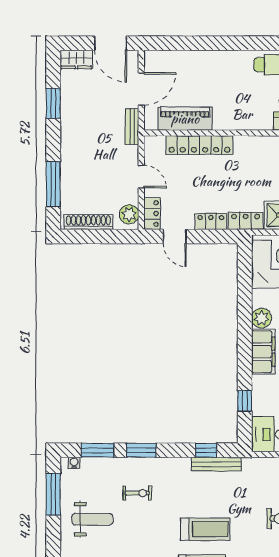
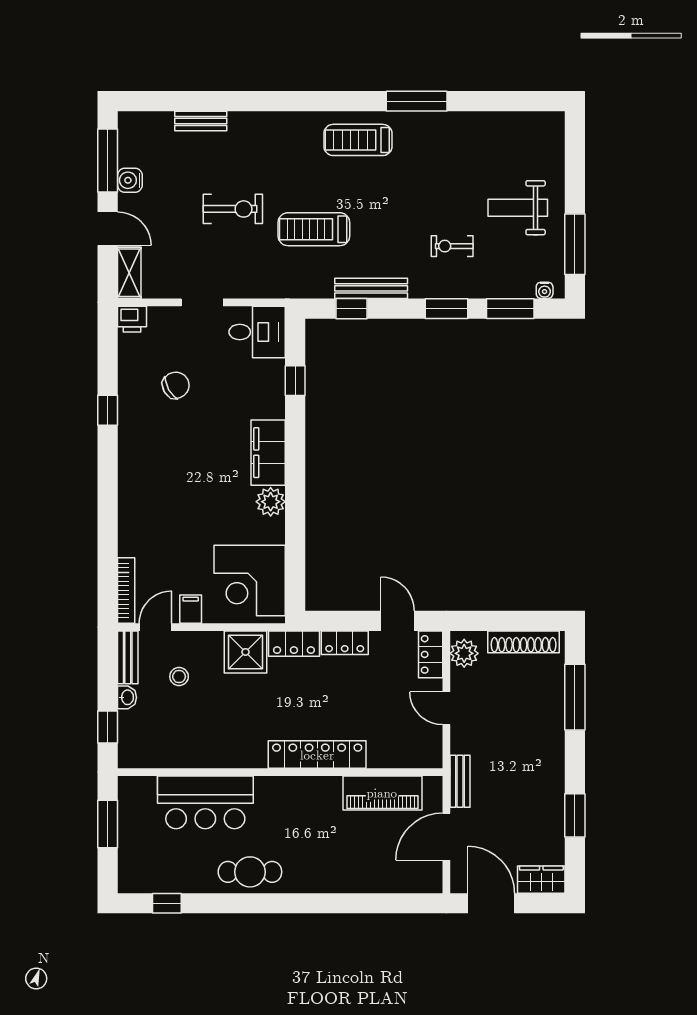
locker: (199, 145) -> (317, 755), moved
bench: (216, 464) -> (371, 288), moved
treadmill: (205, 529) -> (314, 229), moved

